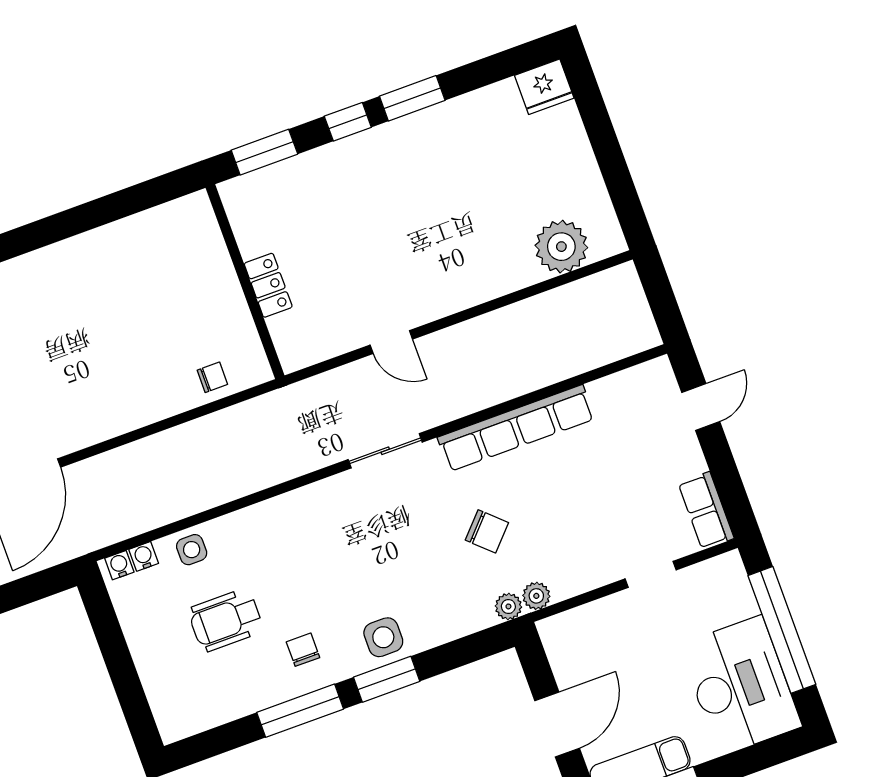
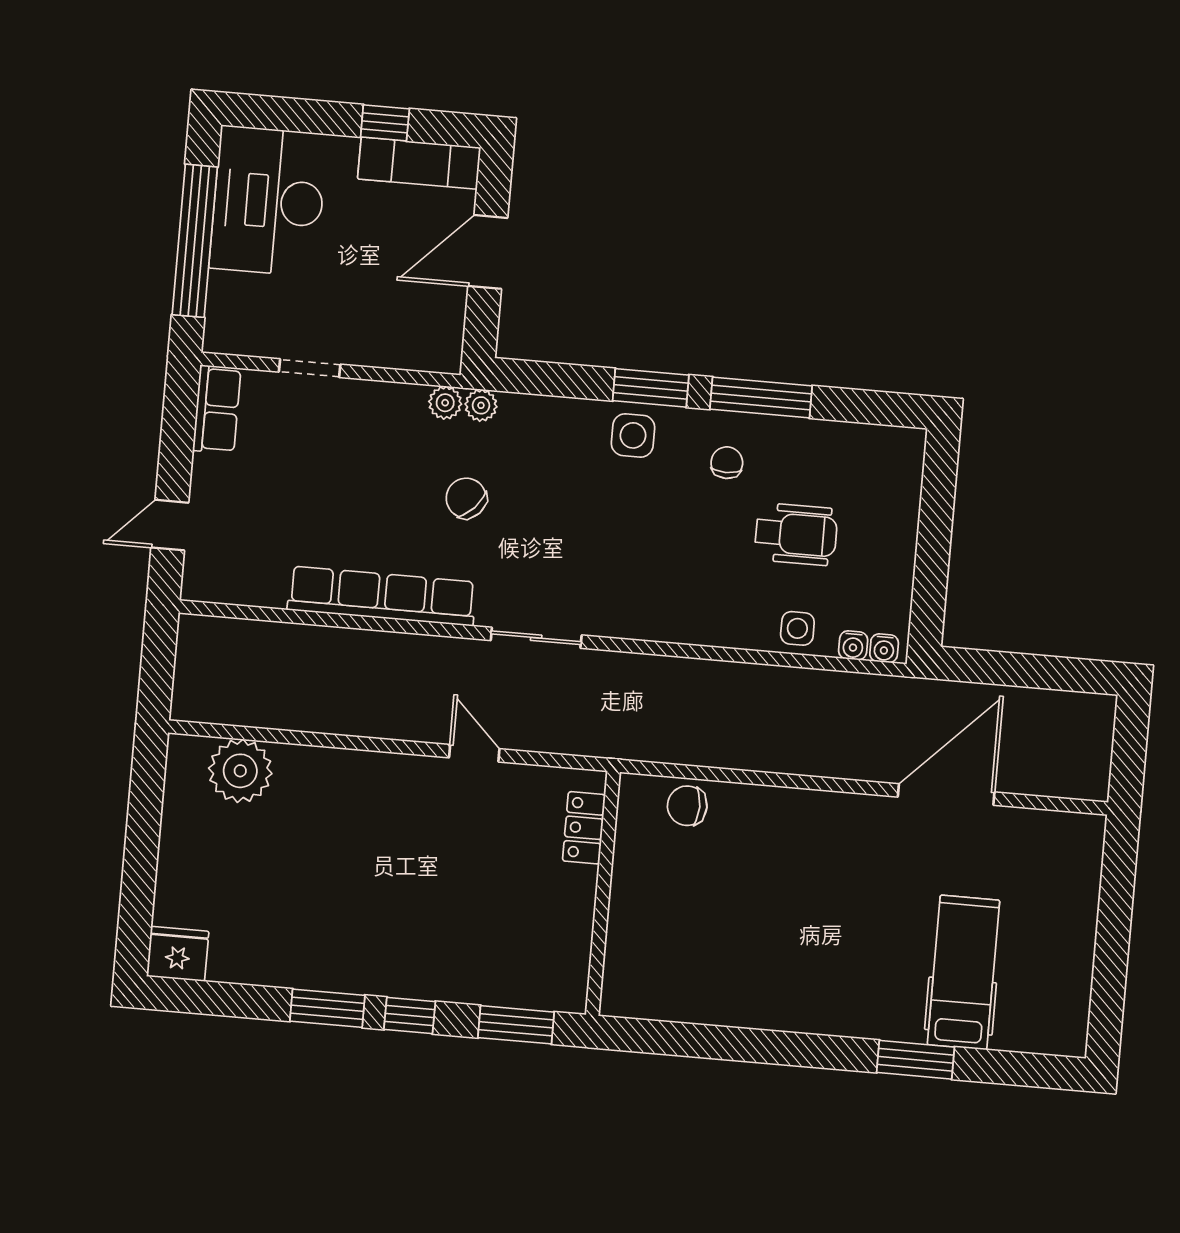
locker: (268, 285) -> (584, 828), moved
chair: (212, 377) -> (687, 806), width x1.37, depth x1.37
chair: (303, 650) -> (727, 463), turned 180

